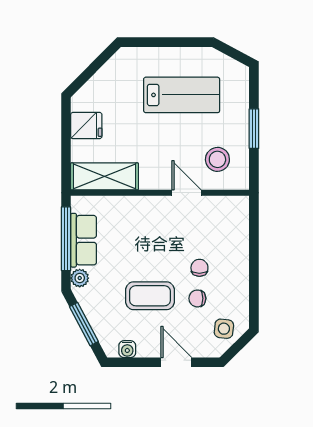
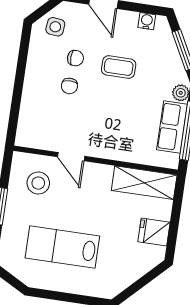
coffee table: (150, 296) -> (119, 67), width x0.73, depth x0.77

